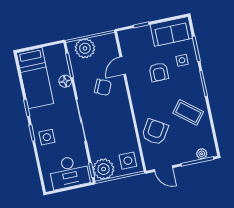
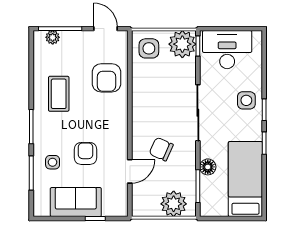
sofa: (171, 31) -> (76, 202), moved
coffee table: (188, 112) -> (59, 94), turned 51
armchair: (155, 132) -> (107, 78), turned -32

